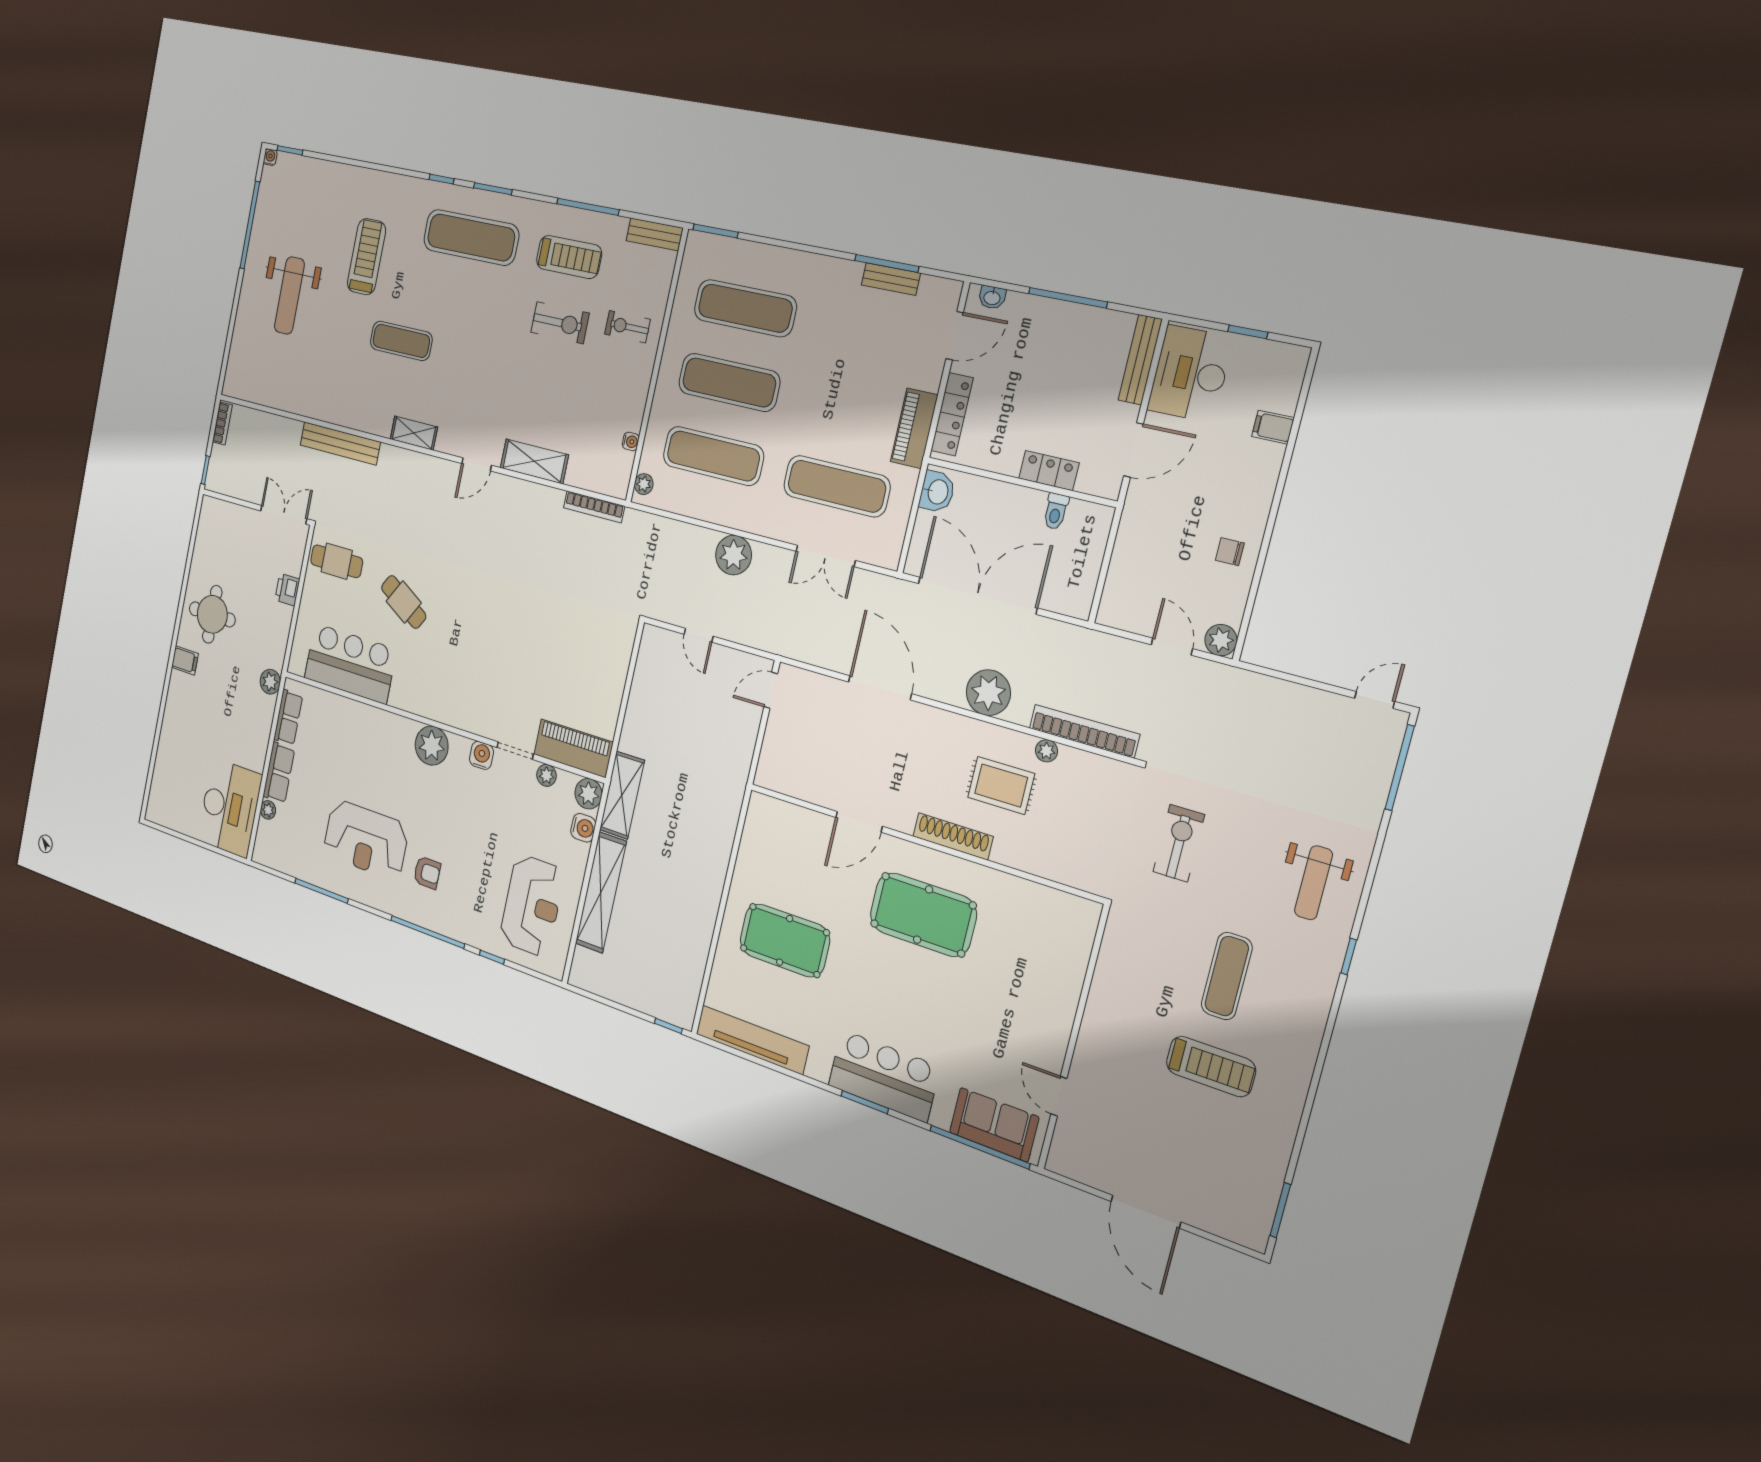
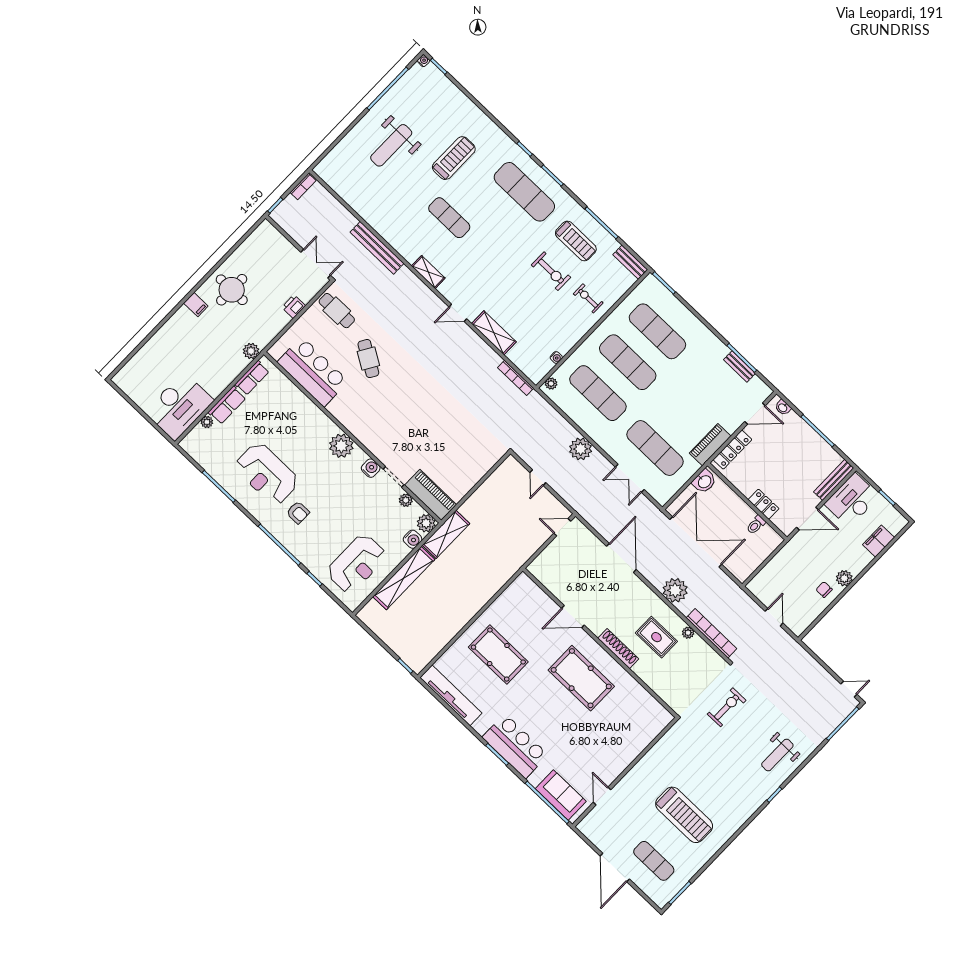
filing cabinet: (1273, 427) -> (878, 541), width x2.00
plant: (1221, 640) -> (844, 578), moved
exercise mat: (1227, 976) -> (654, 861), moved, turned 90
treadmill: (1211, 1066) -> (684, 815), width x1.37, depth x1.38

